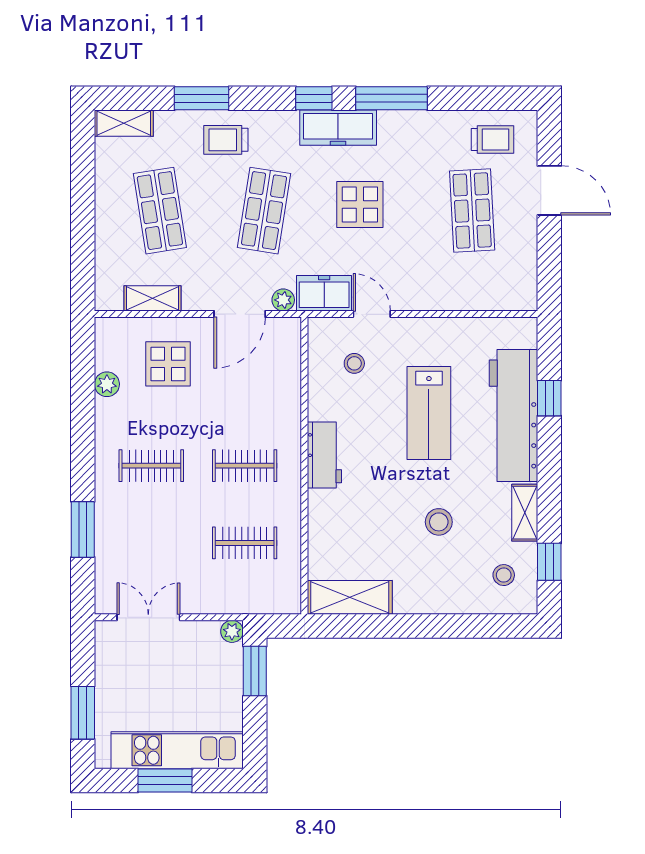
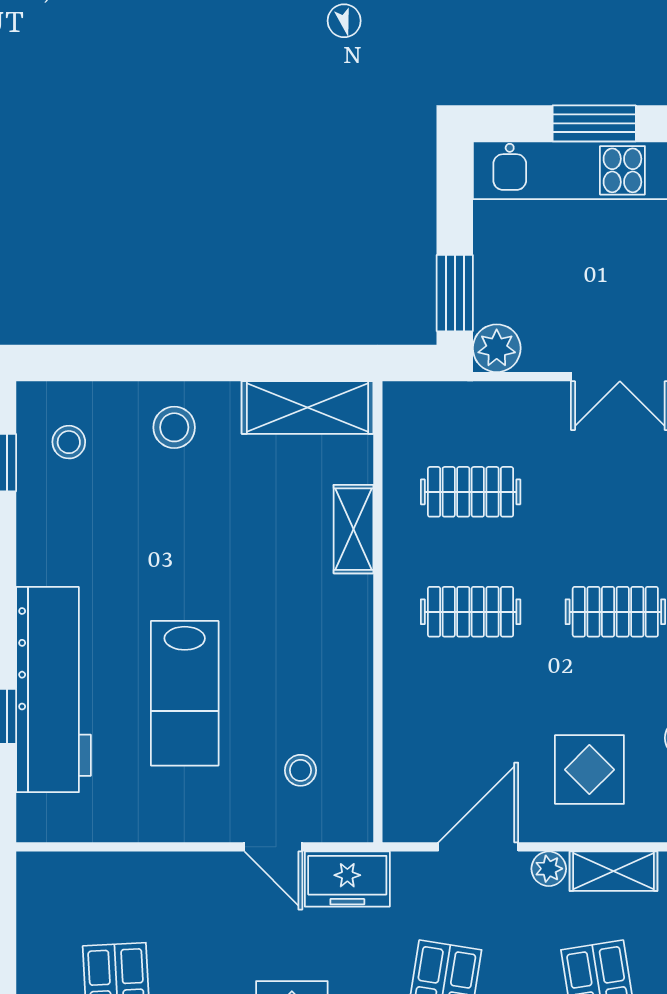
plant: (283, 300) -> (549, 869), moved
lab bench: (429, 413) -> (185, 693), turned 180
workbench: (324, 455) -> (347, 628), removed
shelving: (525, 513) -> (353, 529), moved
stool: (439, 522) -> (174, 427), moved
plant: (232, 631) -> (497, 348), width x1.38, depth x1.38

